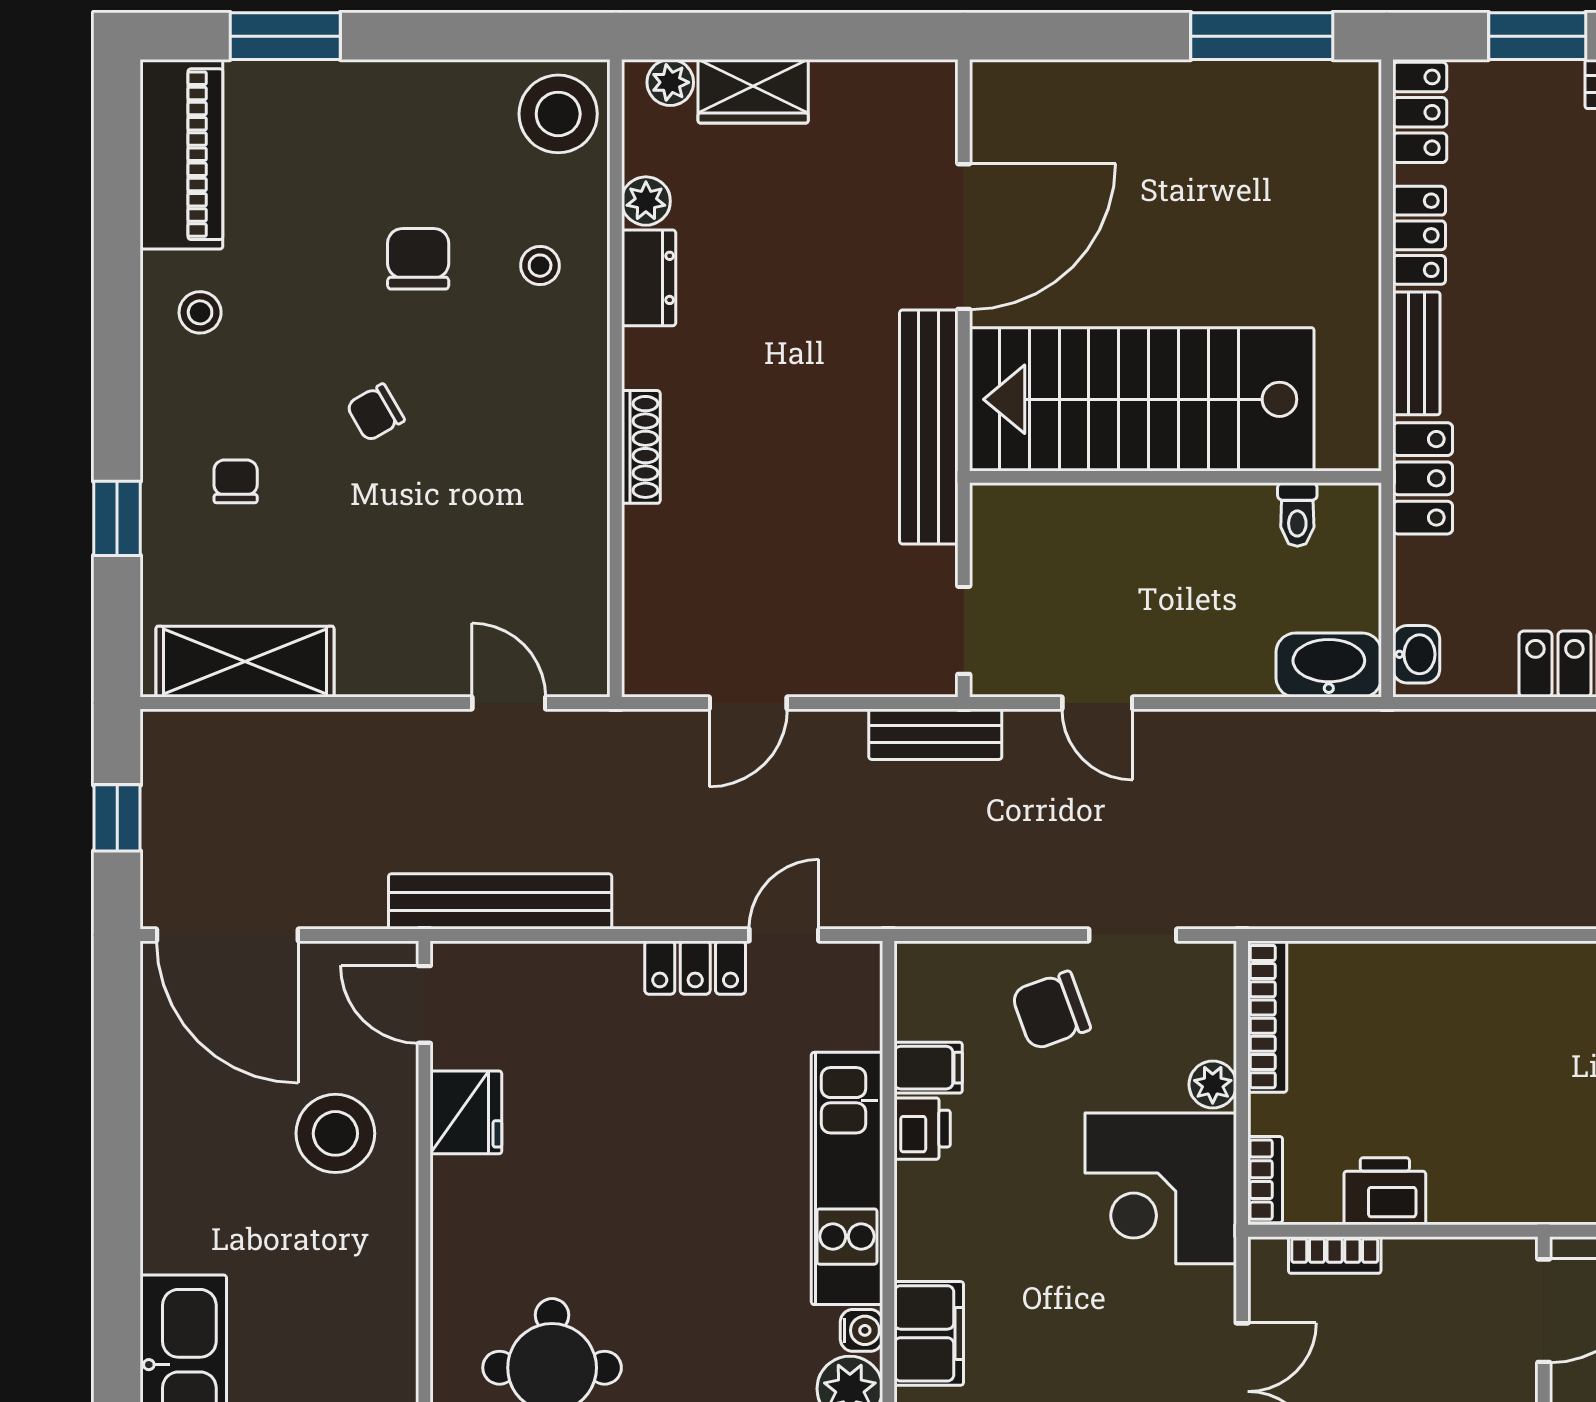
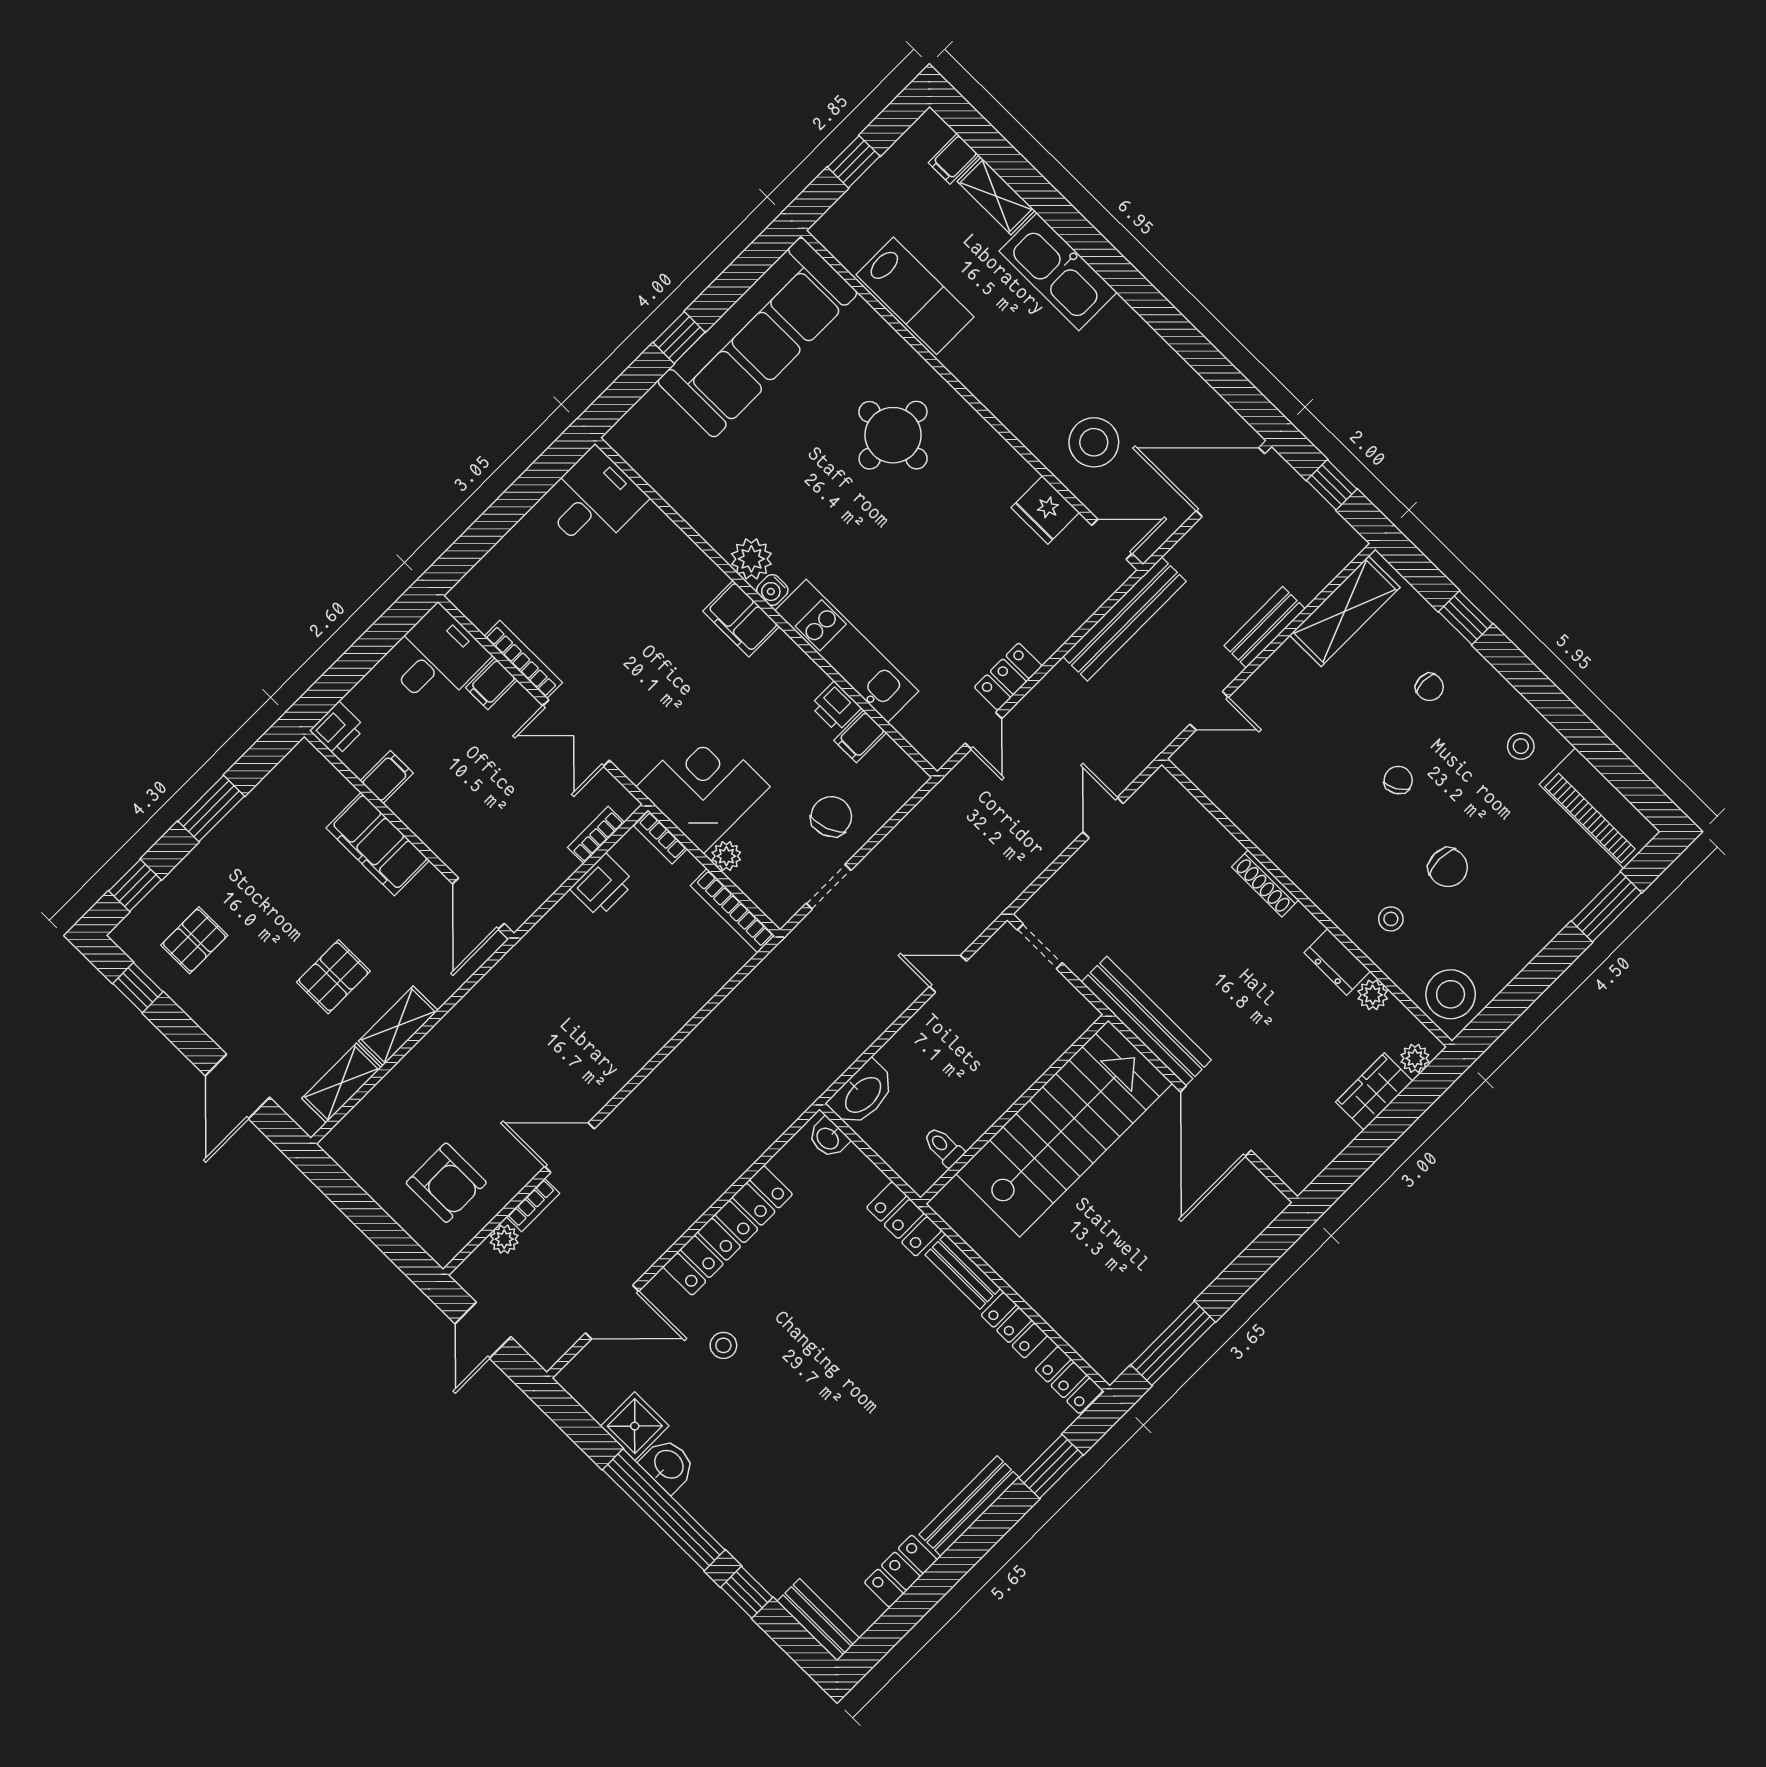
bench: (935, 734) -> (1265, 627), moved

